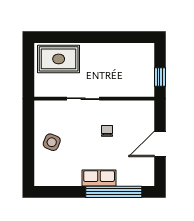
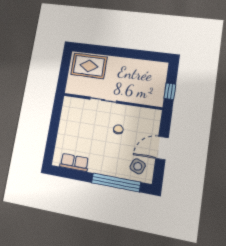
side table: (52, 142) -> (138, 166), moved
row of seats: (99, 178) -> (74, 162), moved

